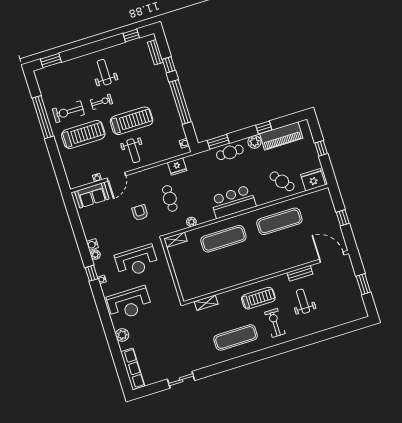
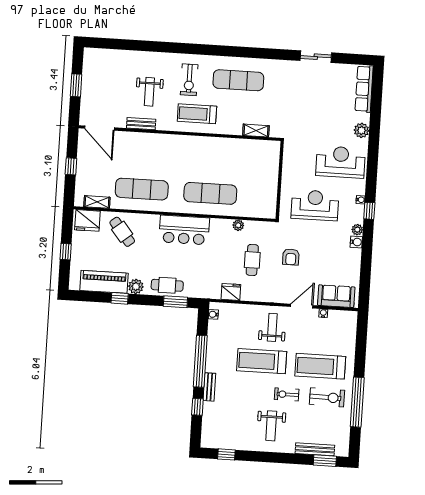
bench: (155, 52) -> (209, 387), moved
bench: (62, 67) -> (315, 449), added
shelving: (175, 240) -> (97, 202), moved

